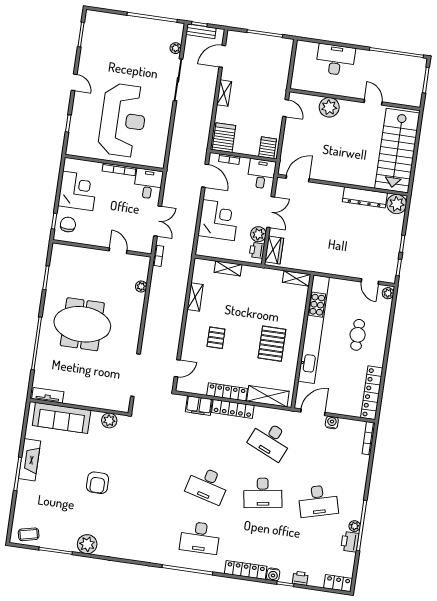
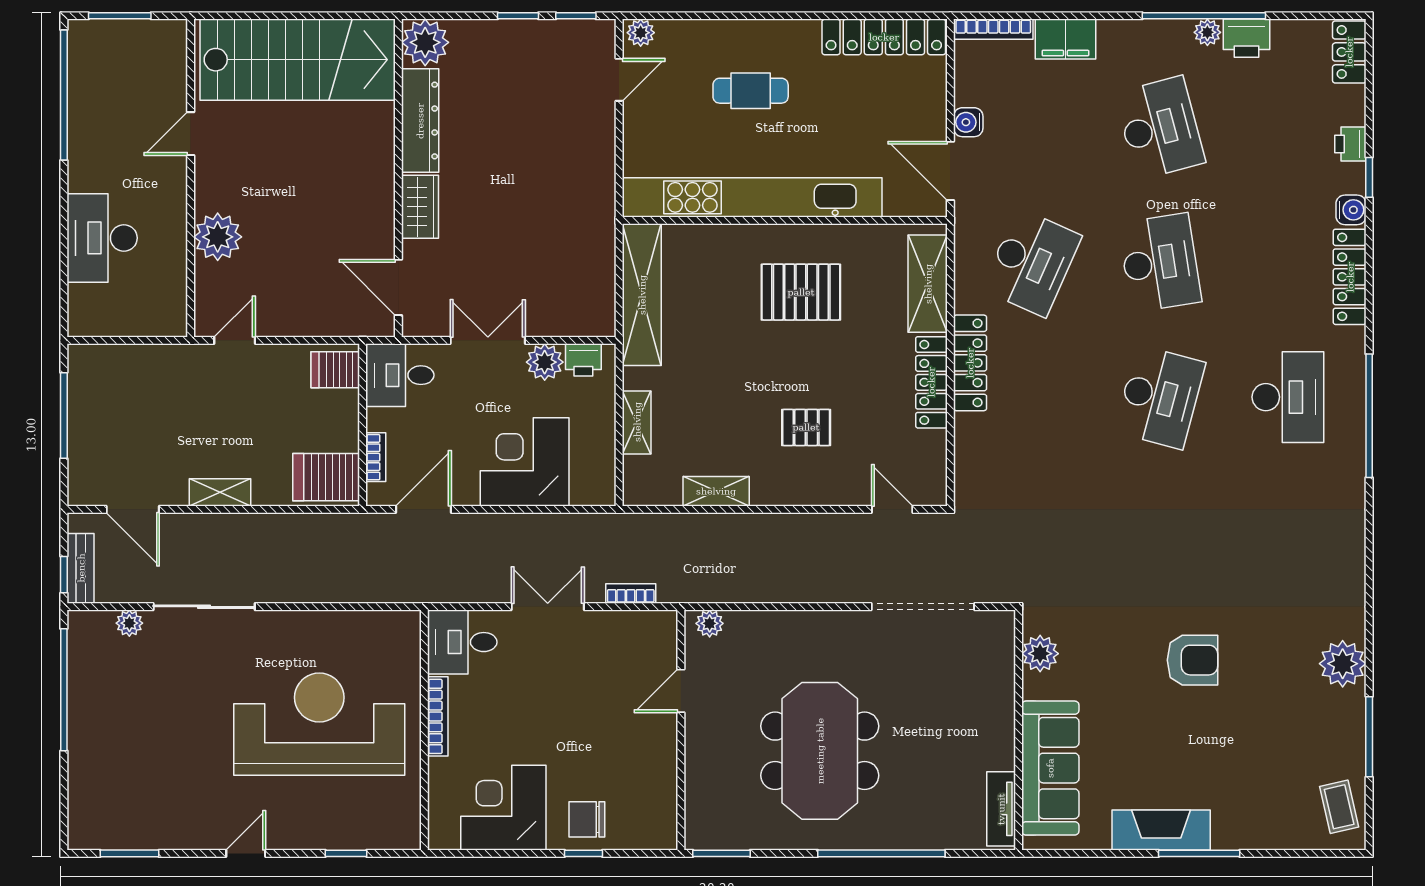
wall: (102, 248) -> (681, 730), moved
wardrobe: (274, 250) -> (420, 207), moved, turned 90
door: (118, 251) -> (681, 691), moved
shelving: (296, 278) -> (642, 295), width x2.20, depth x1.33
filing cabinet: (199, 406) -> (1065, 39), moved, turned 90

